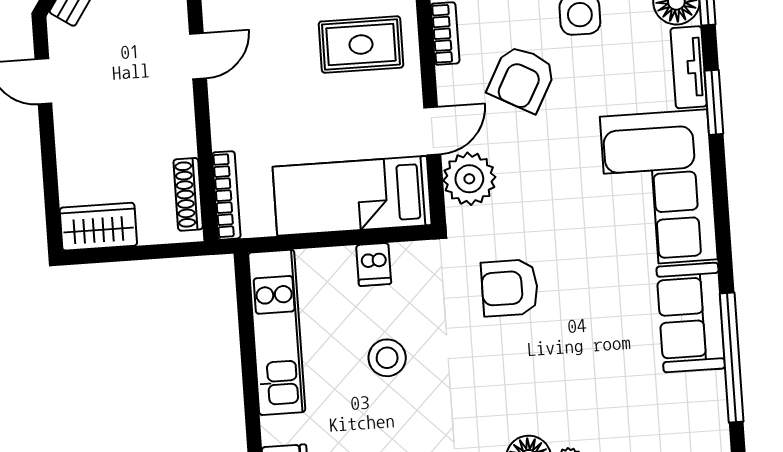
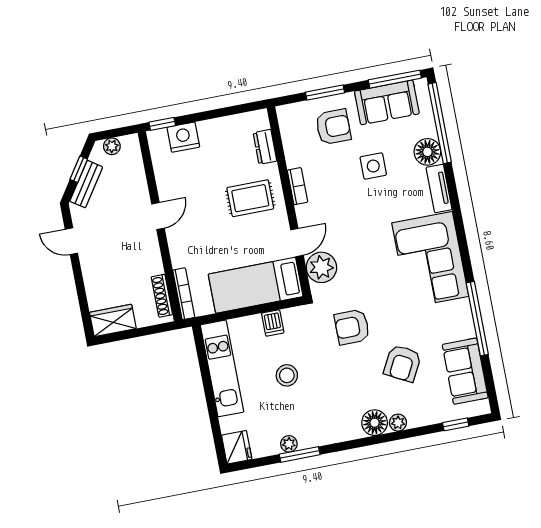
armchair: (522, 79) -> (403, 363), moved
window: (714, 102) -> (456, 207), removed
sofa: (691, 318) -> (465, 371), moved
window: (732, 357) -> (477, 319), moved

